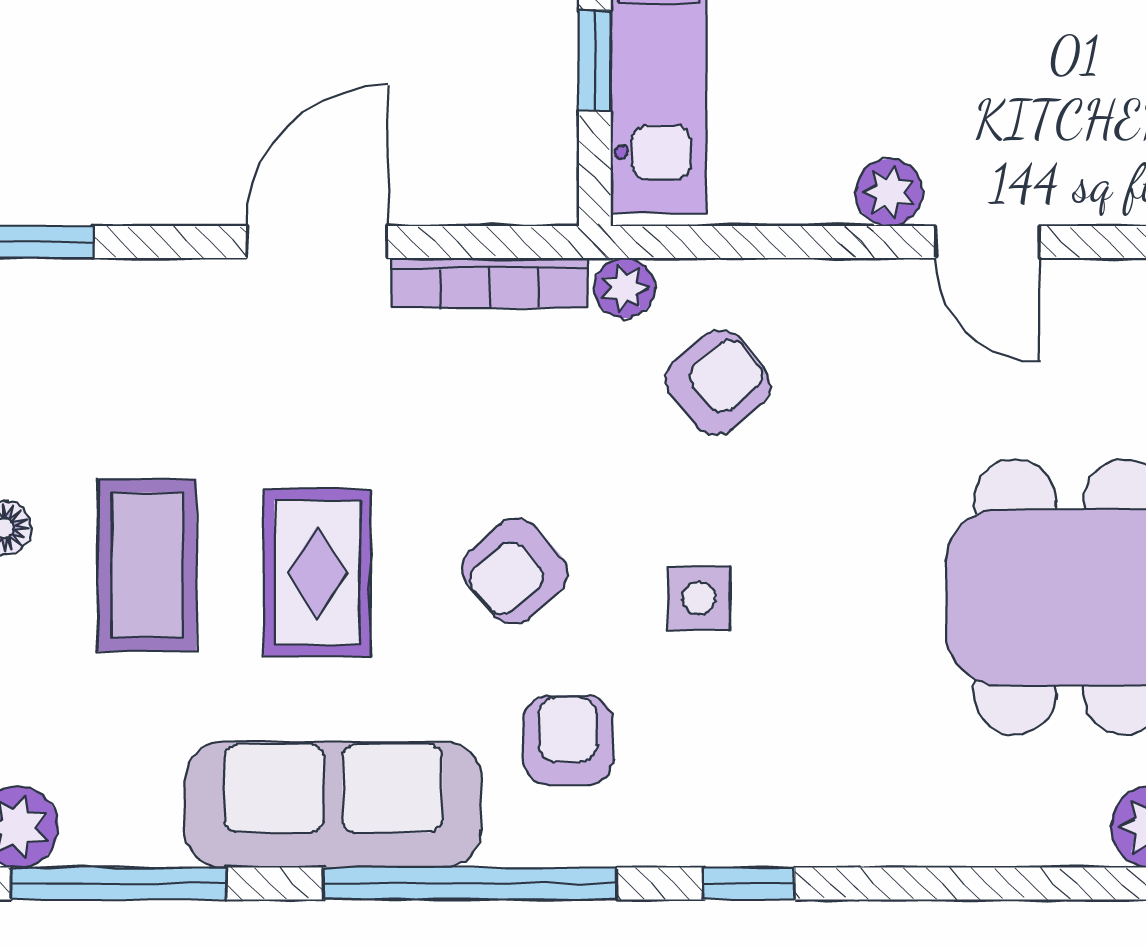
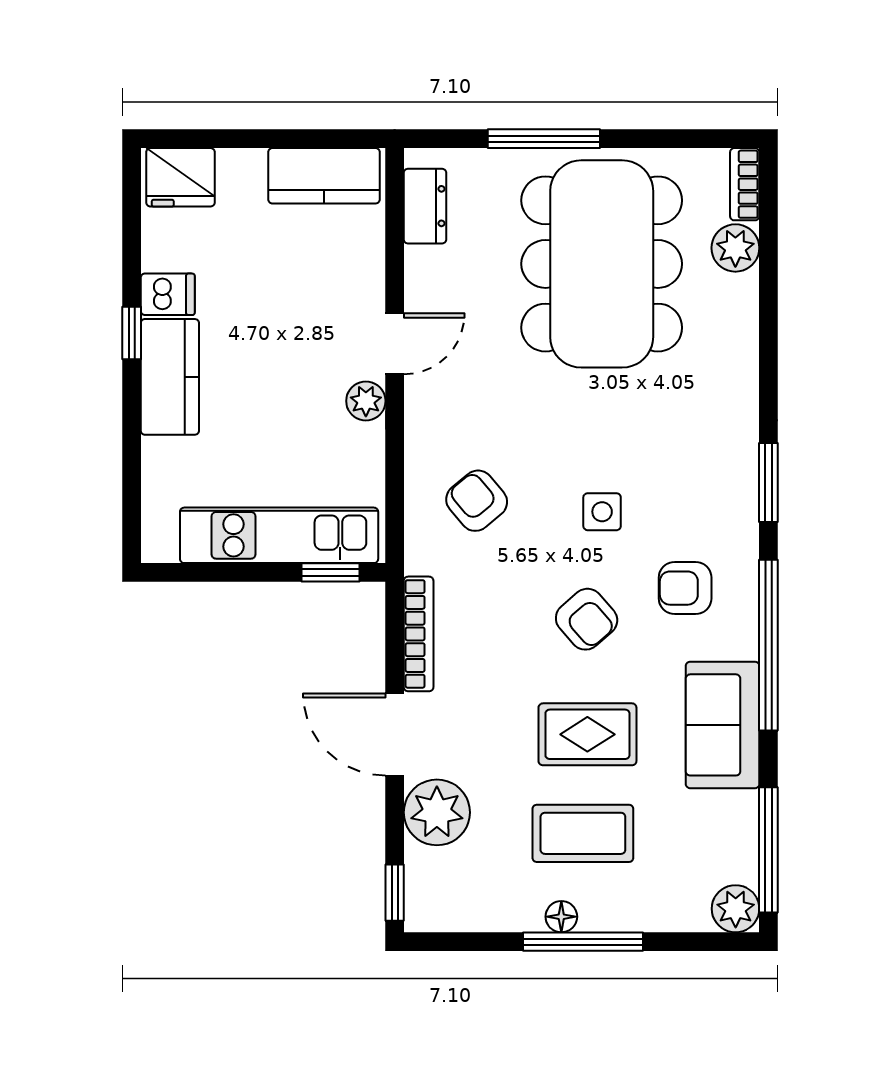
window: (595, 61) -> (330, 572), moved
plant: (625, 288) -> (437, 812), moved, width x1.87, depth x1.87
sofa: (333, 805) -> (723, 725), width x0.73
window: (749, 884) -> (768, 482), width x1.50

